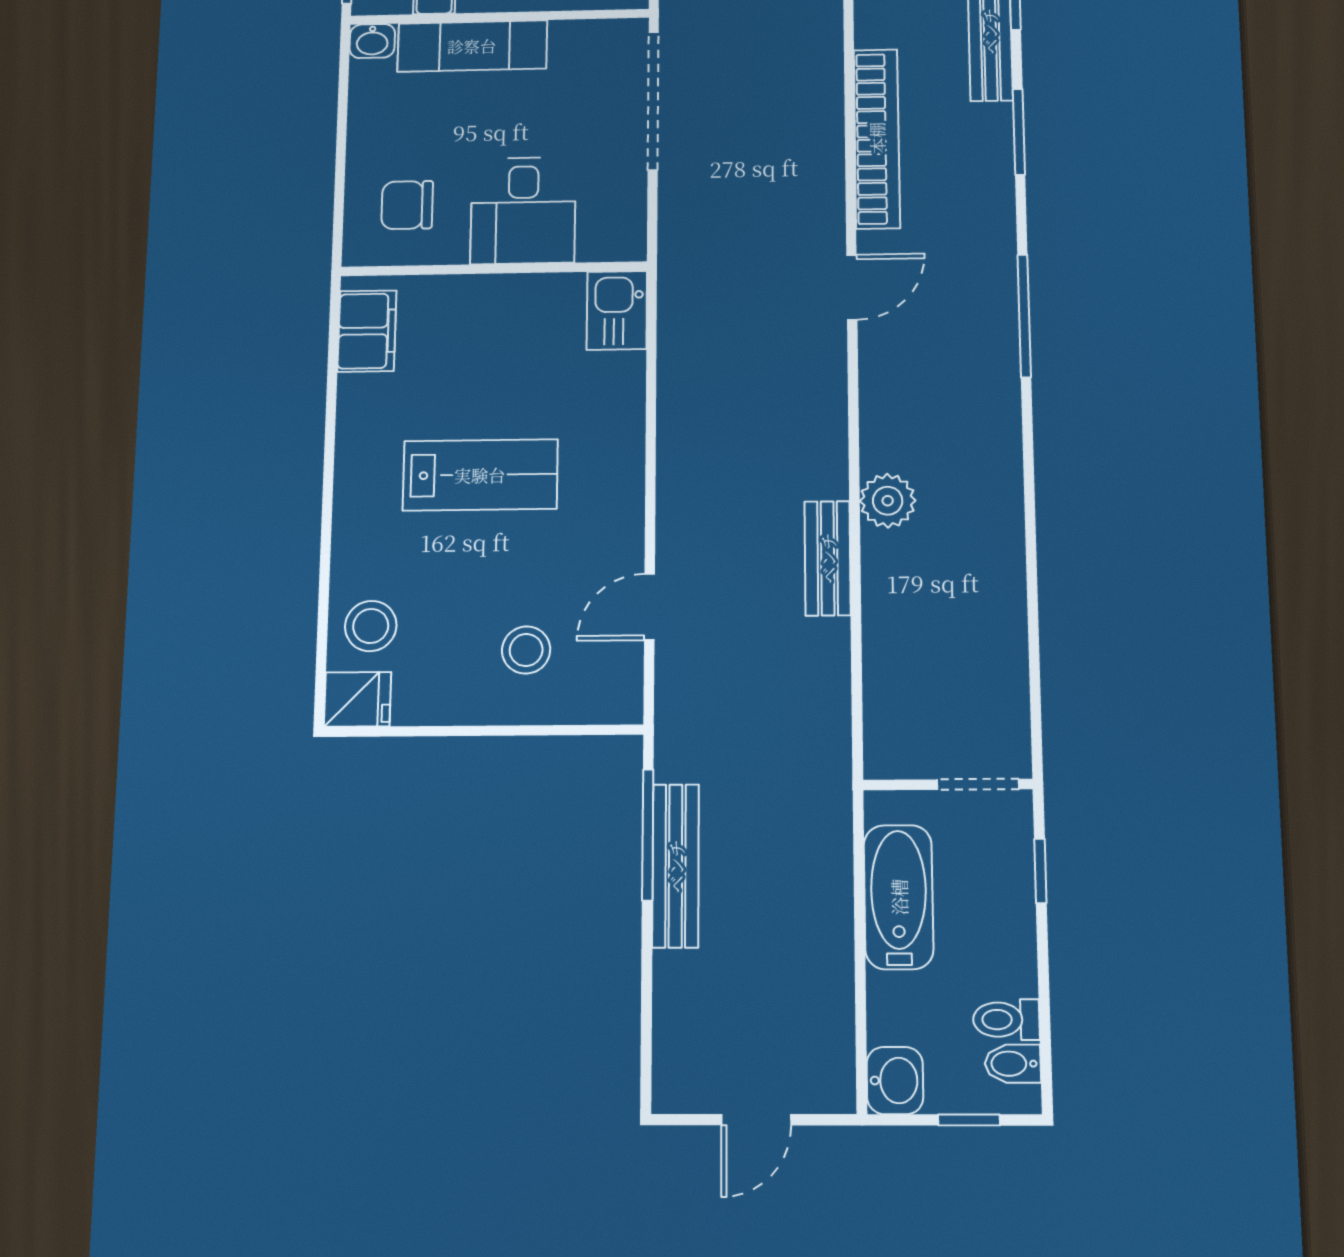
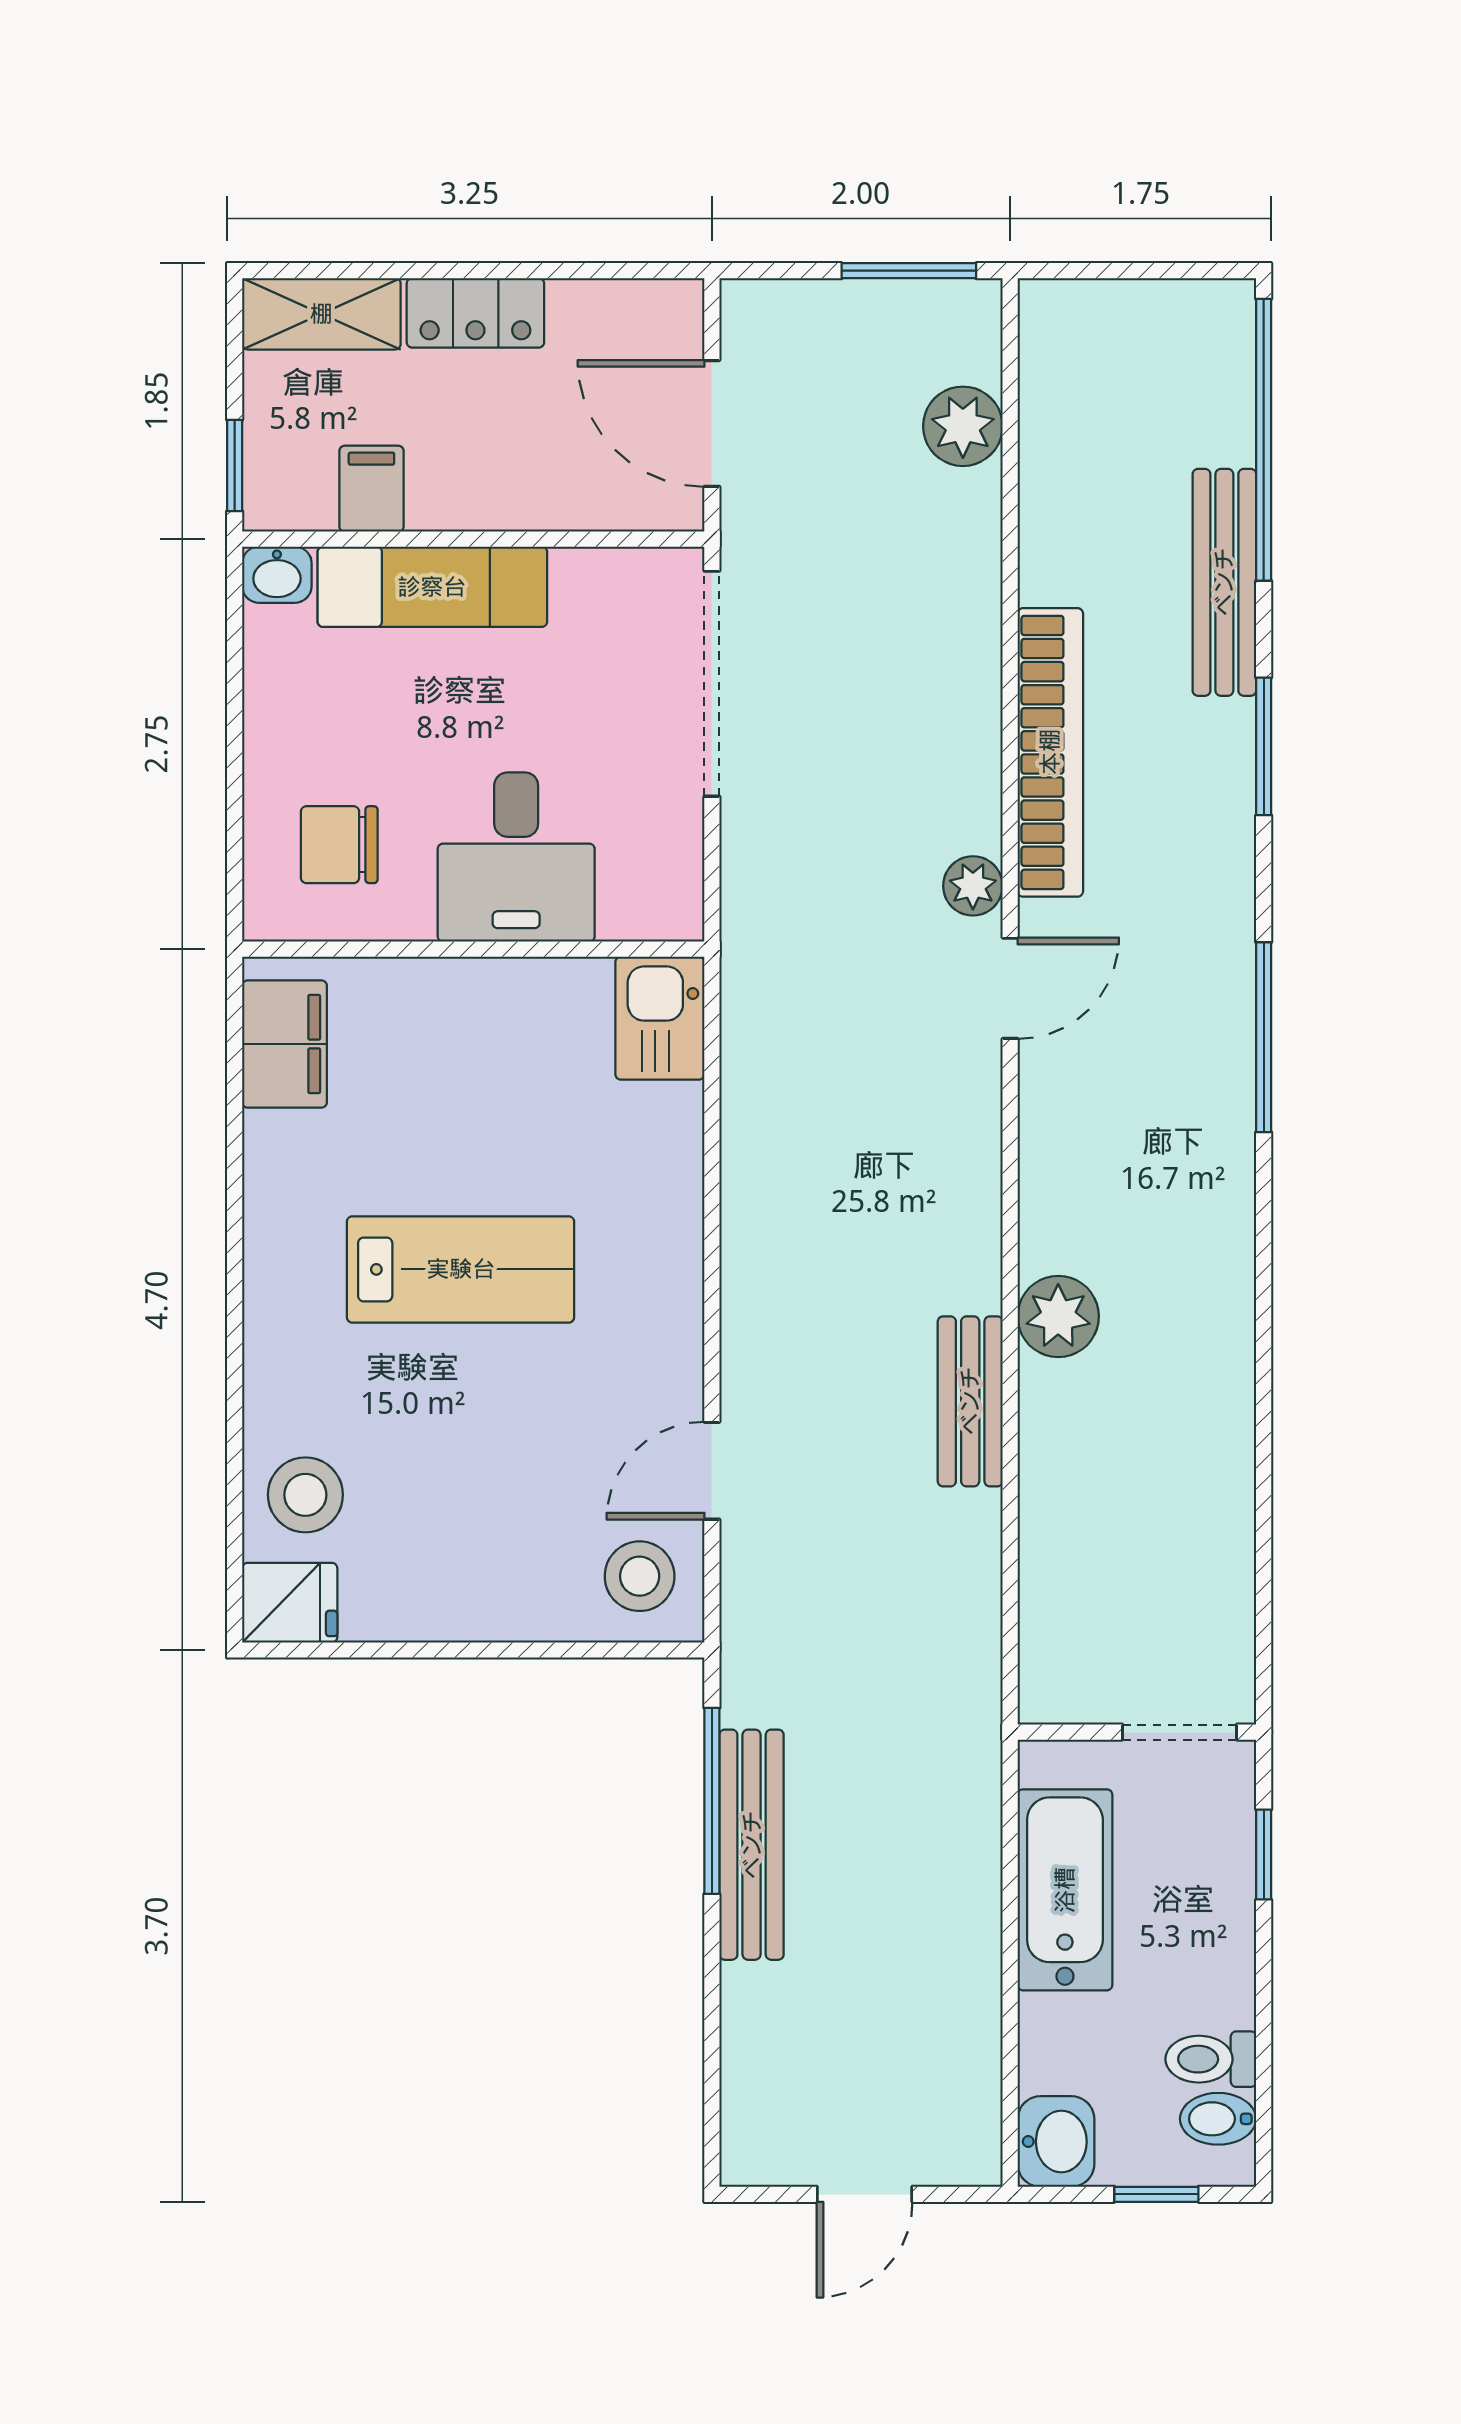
plant: (826, 223) -> (973, 886), added
stool: (526, 650) -> (640, 1576), moved

